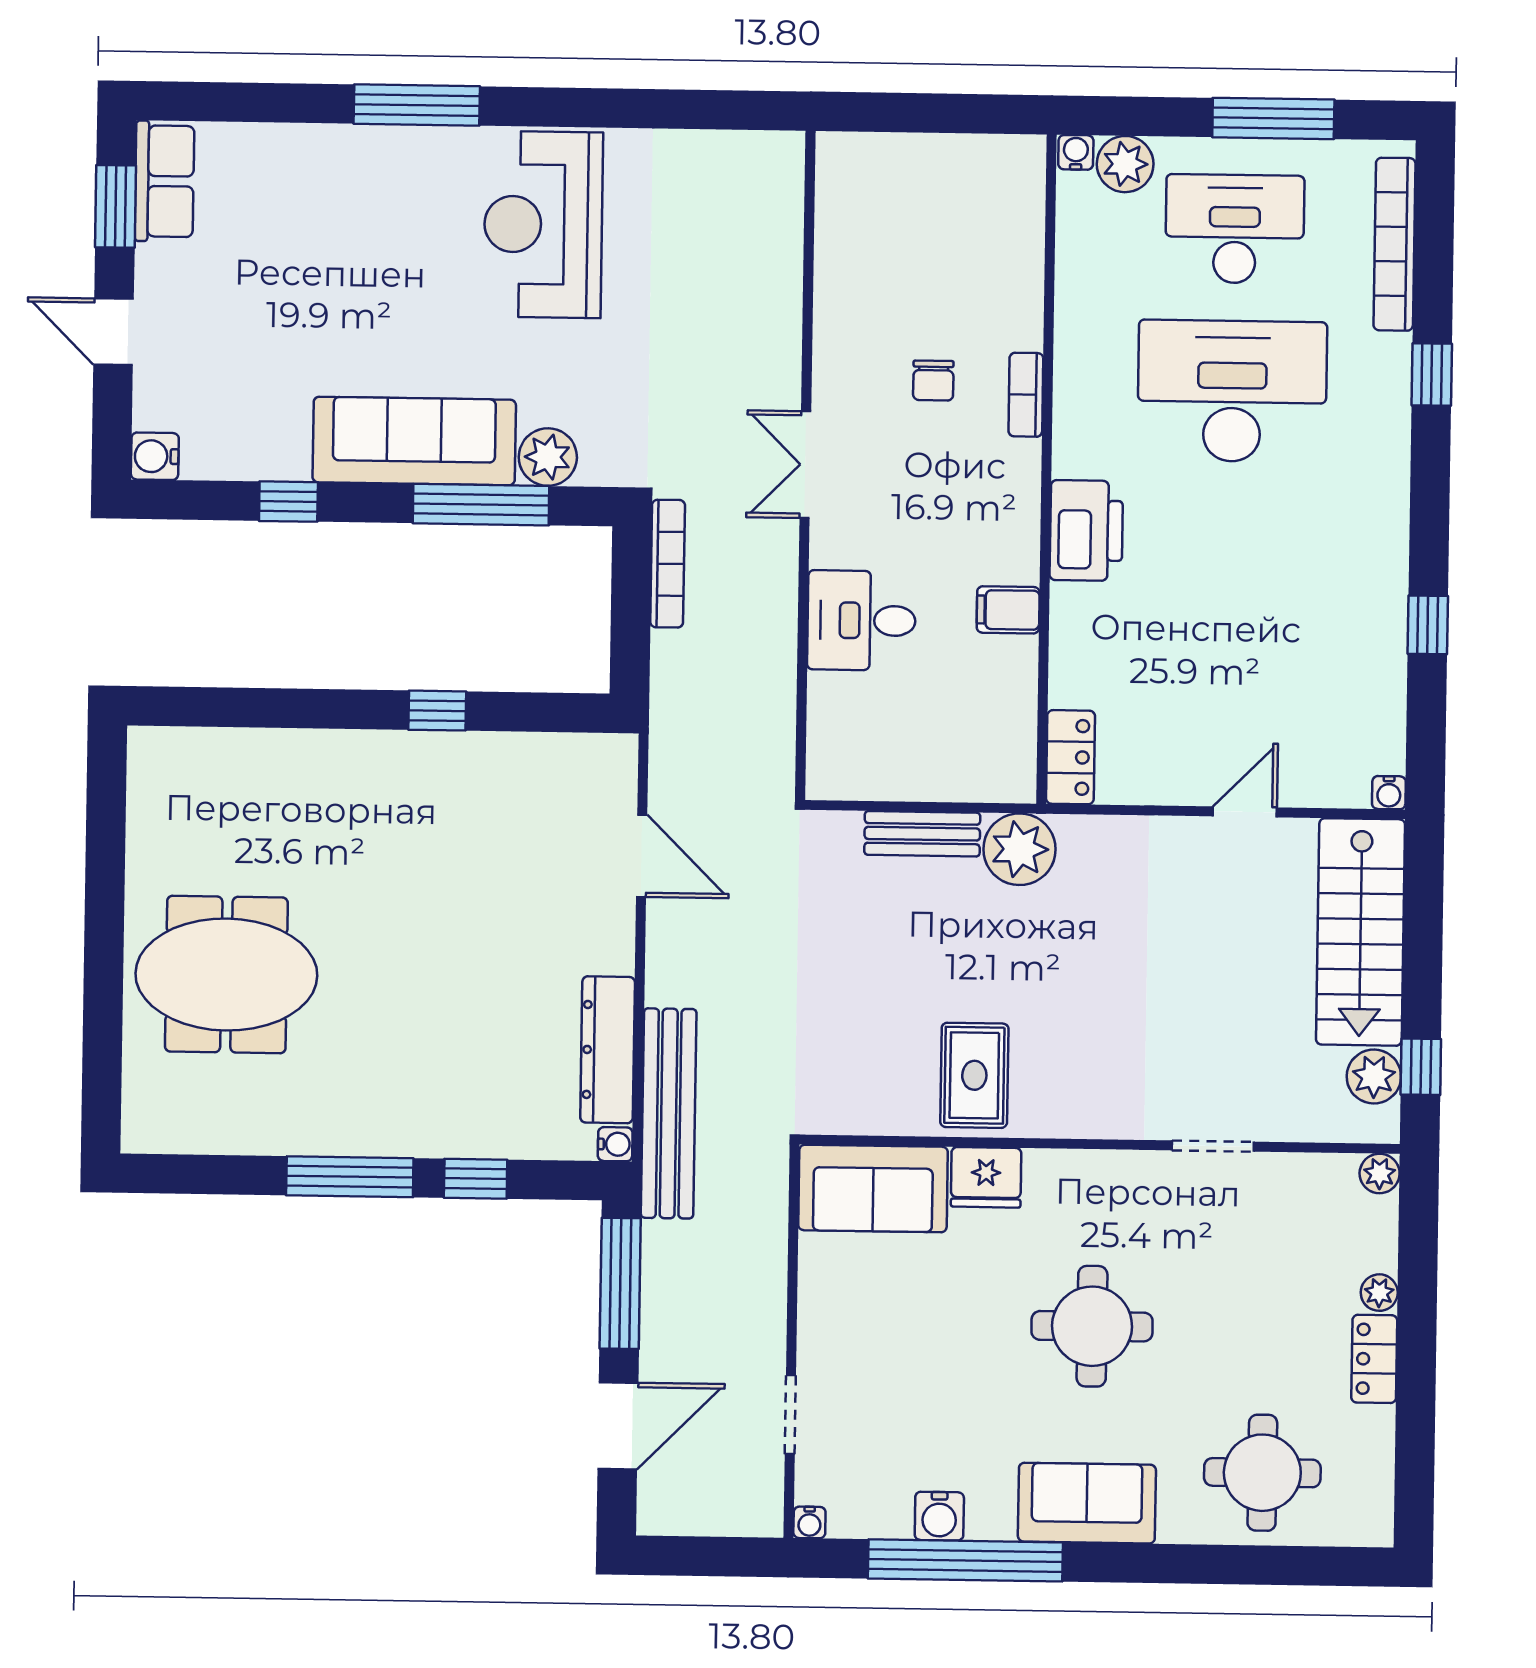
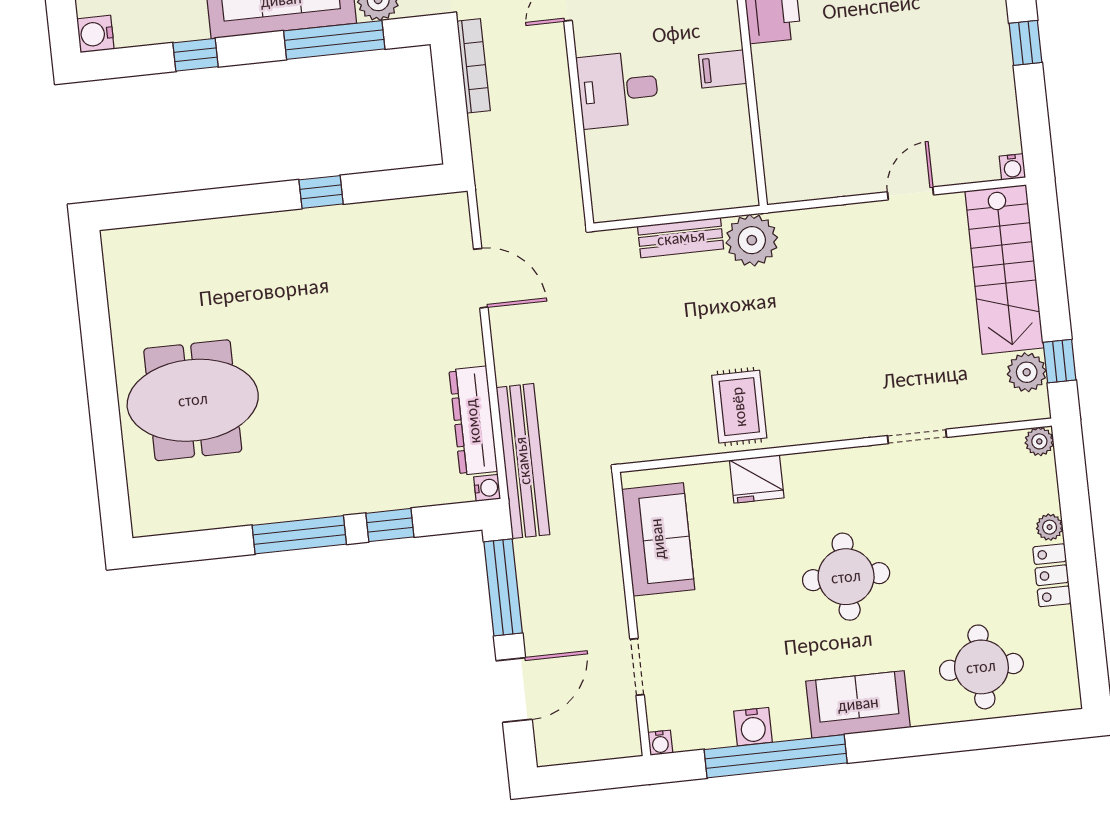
locker: (1070, 757) -> (780, 170), removed
sofa: (873, 1188) -> (658, 539), moved, turned -90

